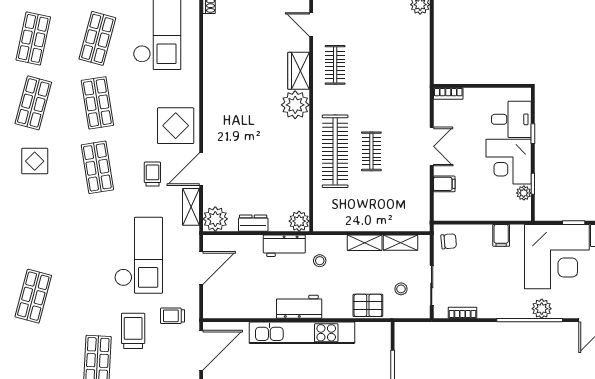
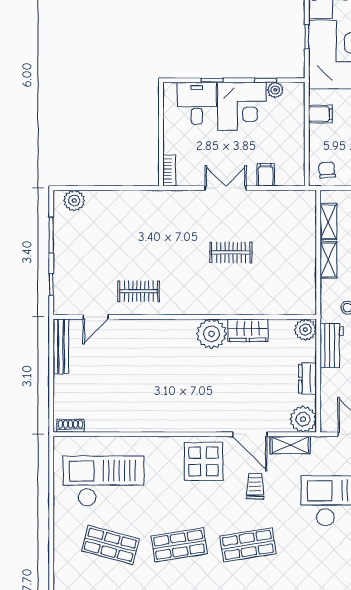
wardrobe: (299, 71) -> (248, 330), moved
plant: (295, 105) -> (212, 334), moved
clothes rail: (335, 151) -> (231, 291), removed
trolley: (152, 174) -> (255, 486), turned 90

